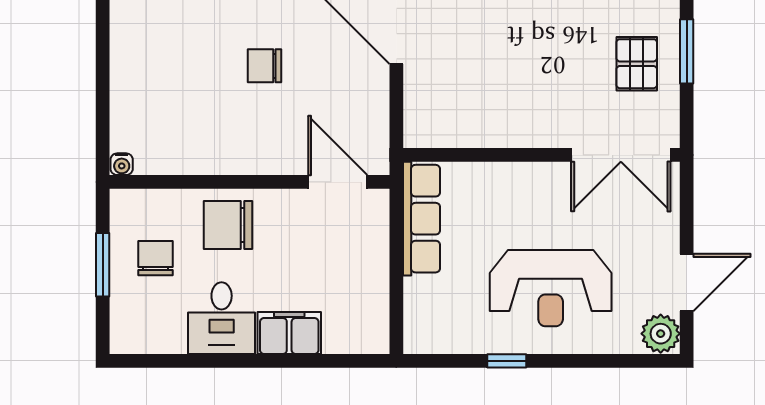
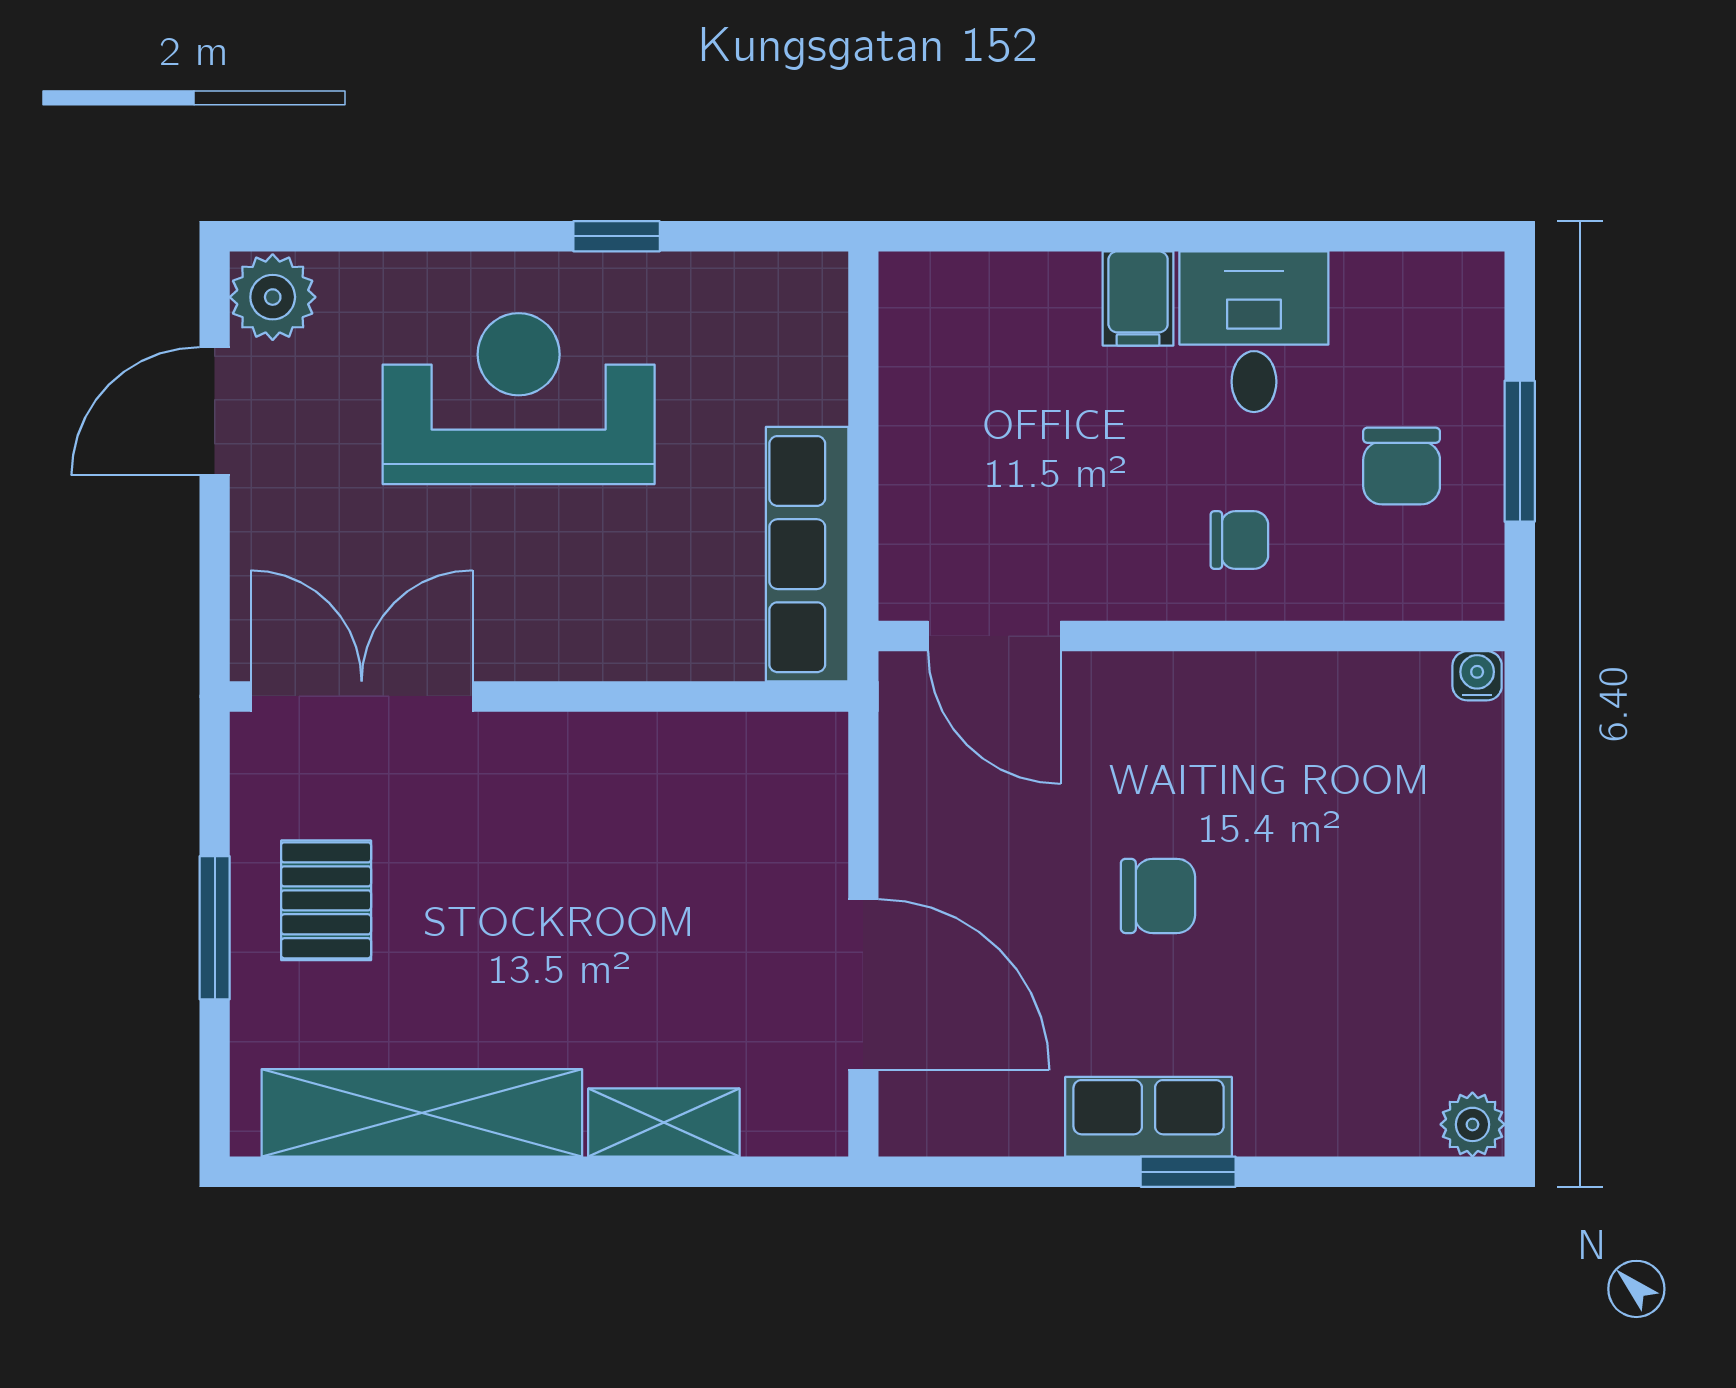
chair: (228, 225) -> (1239, 540), width x0.54, depth x0.54
filing cabinet: (289, 333) -> (1138, 298), width x0.50

